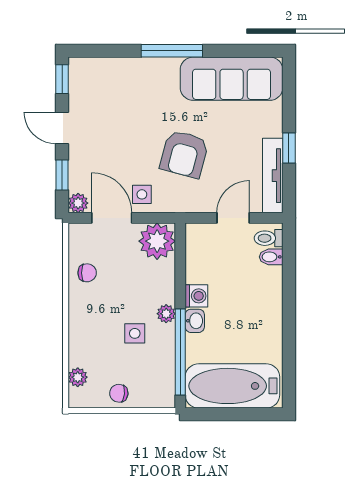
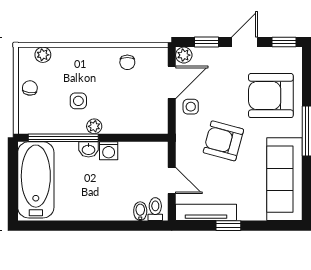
armchair: (128, 95) -> (271, 96), added
plant: (157, 241) -> (153, 119), removed

